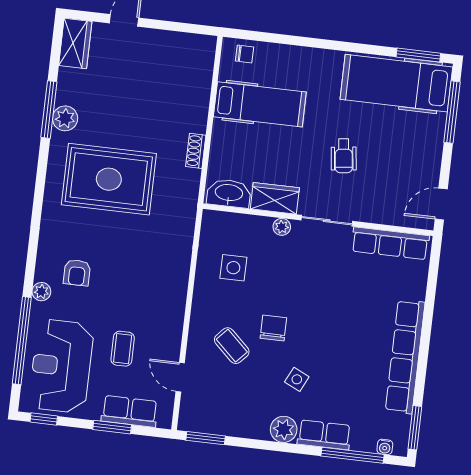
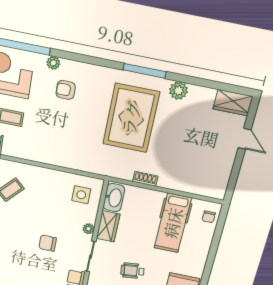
window: (49, 110) -> (144, 71), moved
side table: (233, 268) -> (81, 195), moved
chair: (273, 328) -> (48, 243), moved, turned 180

